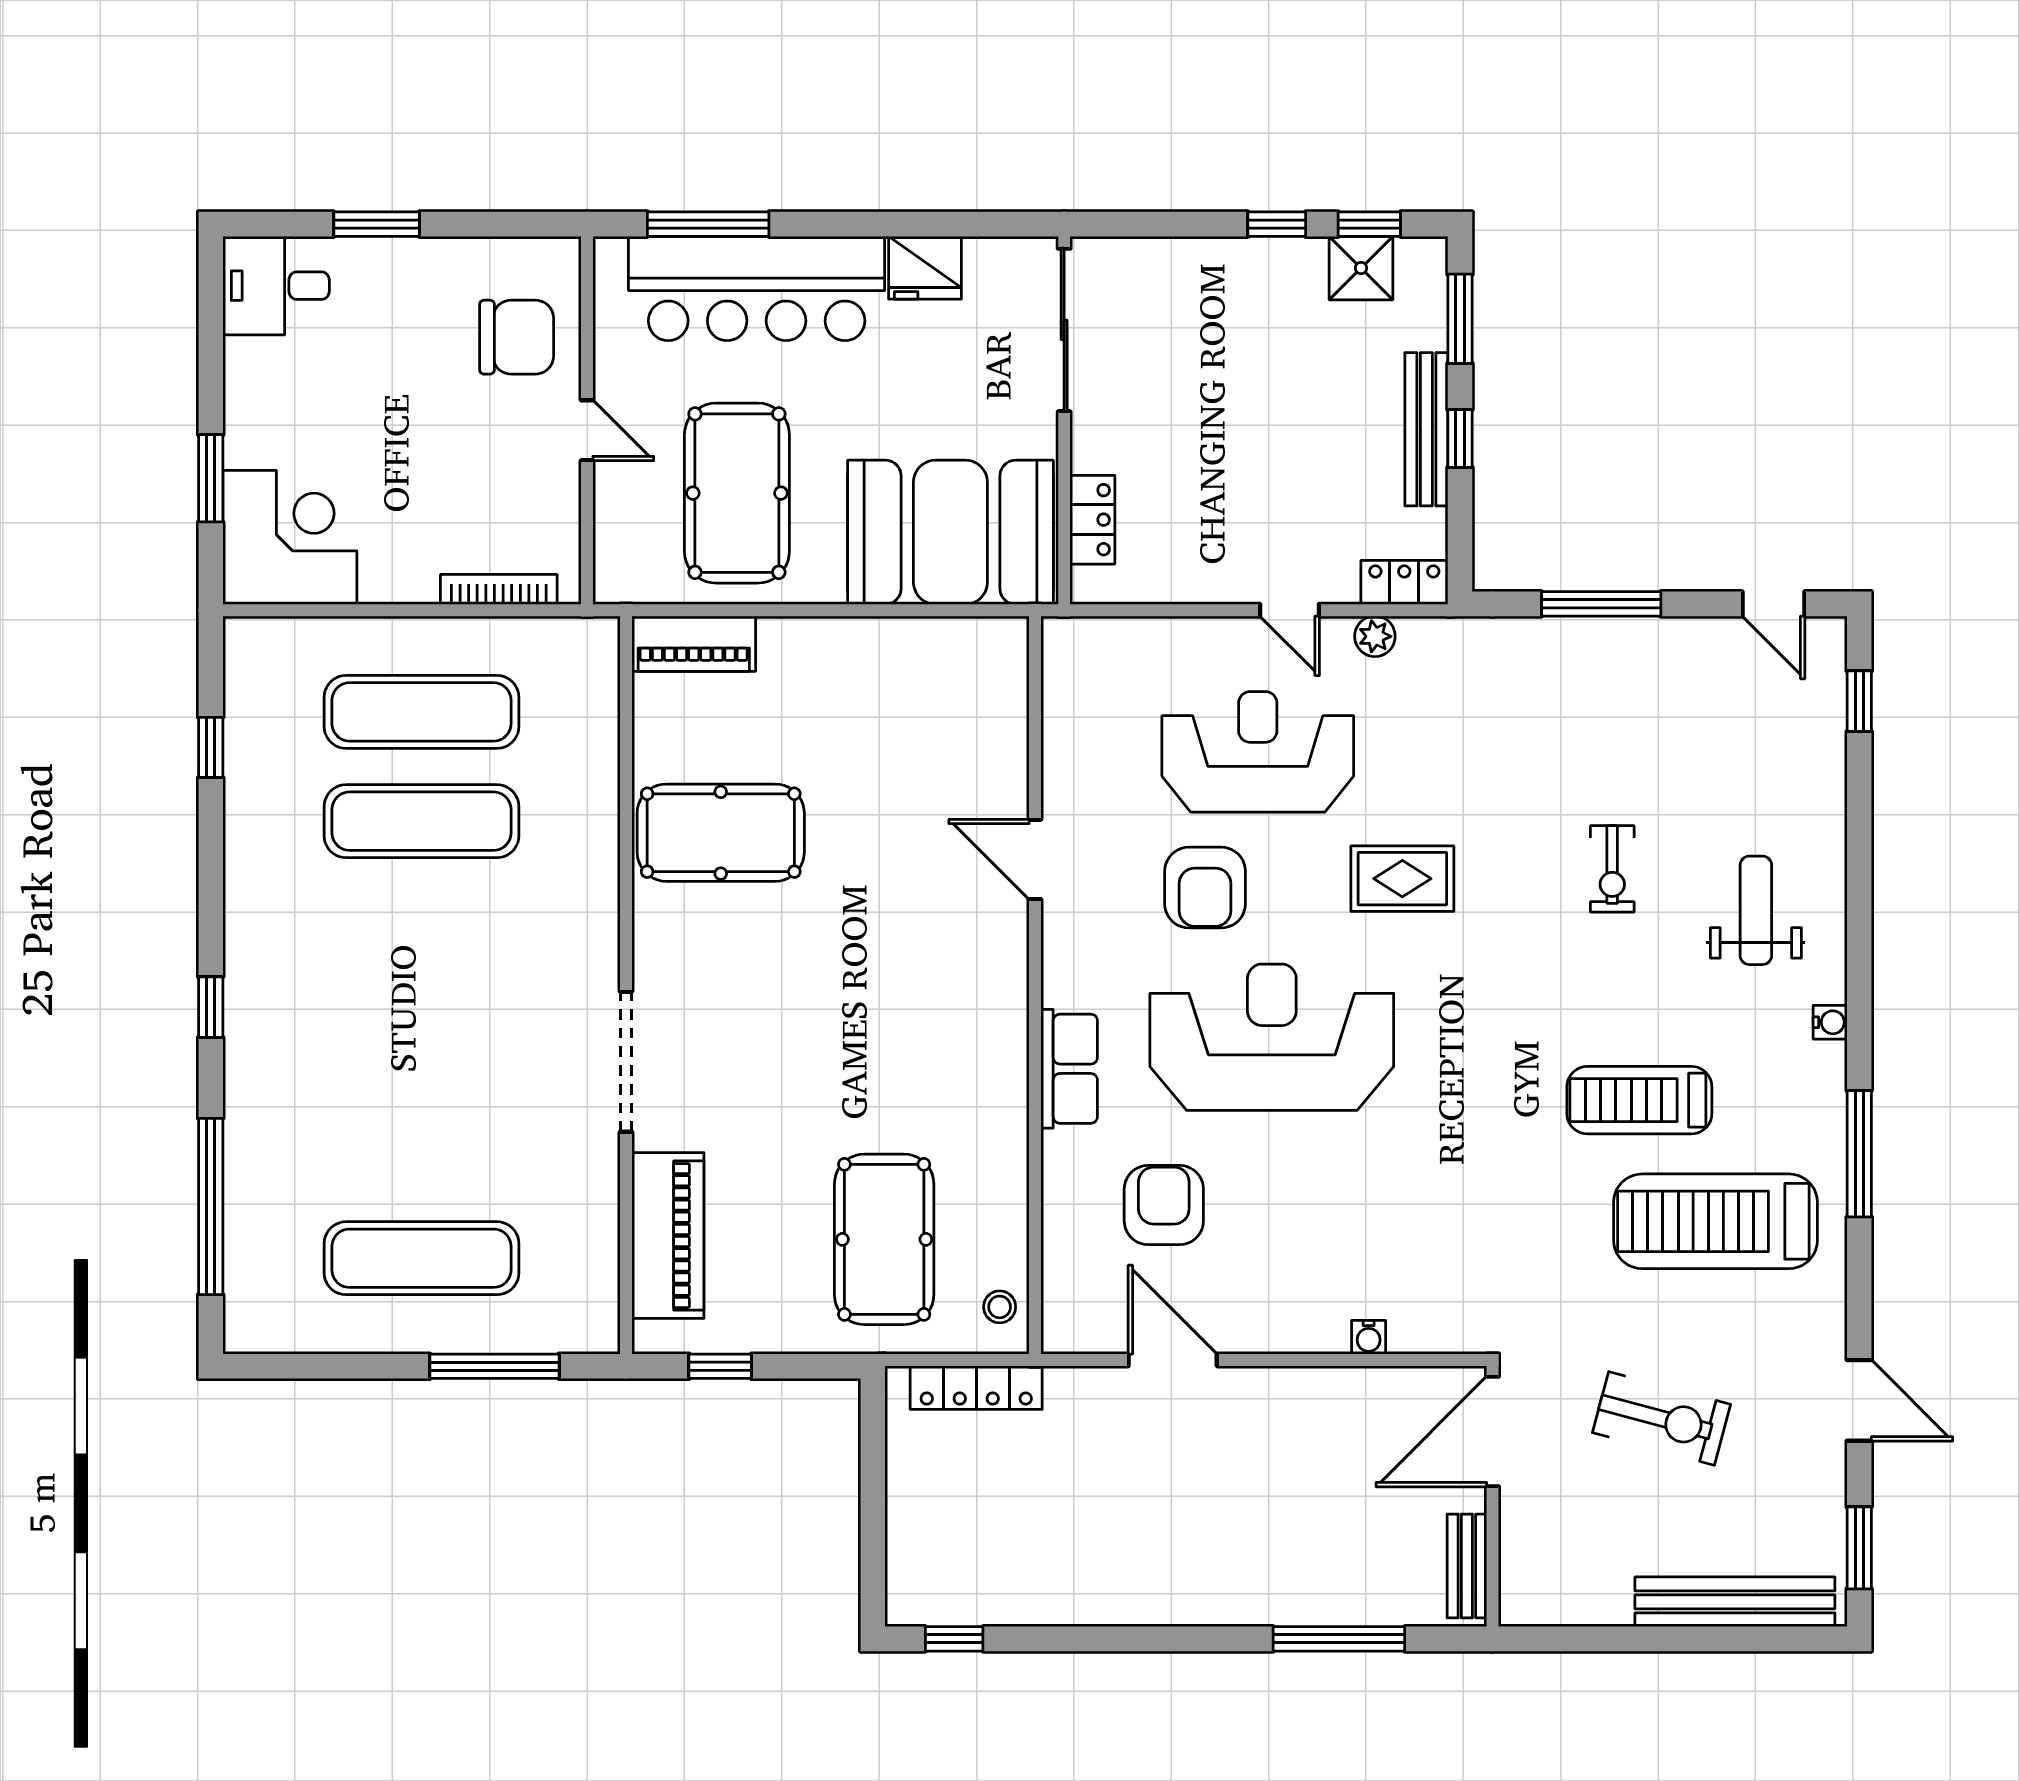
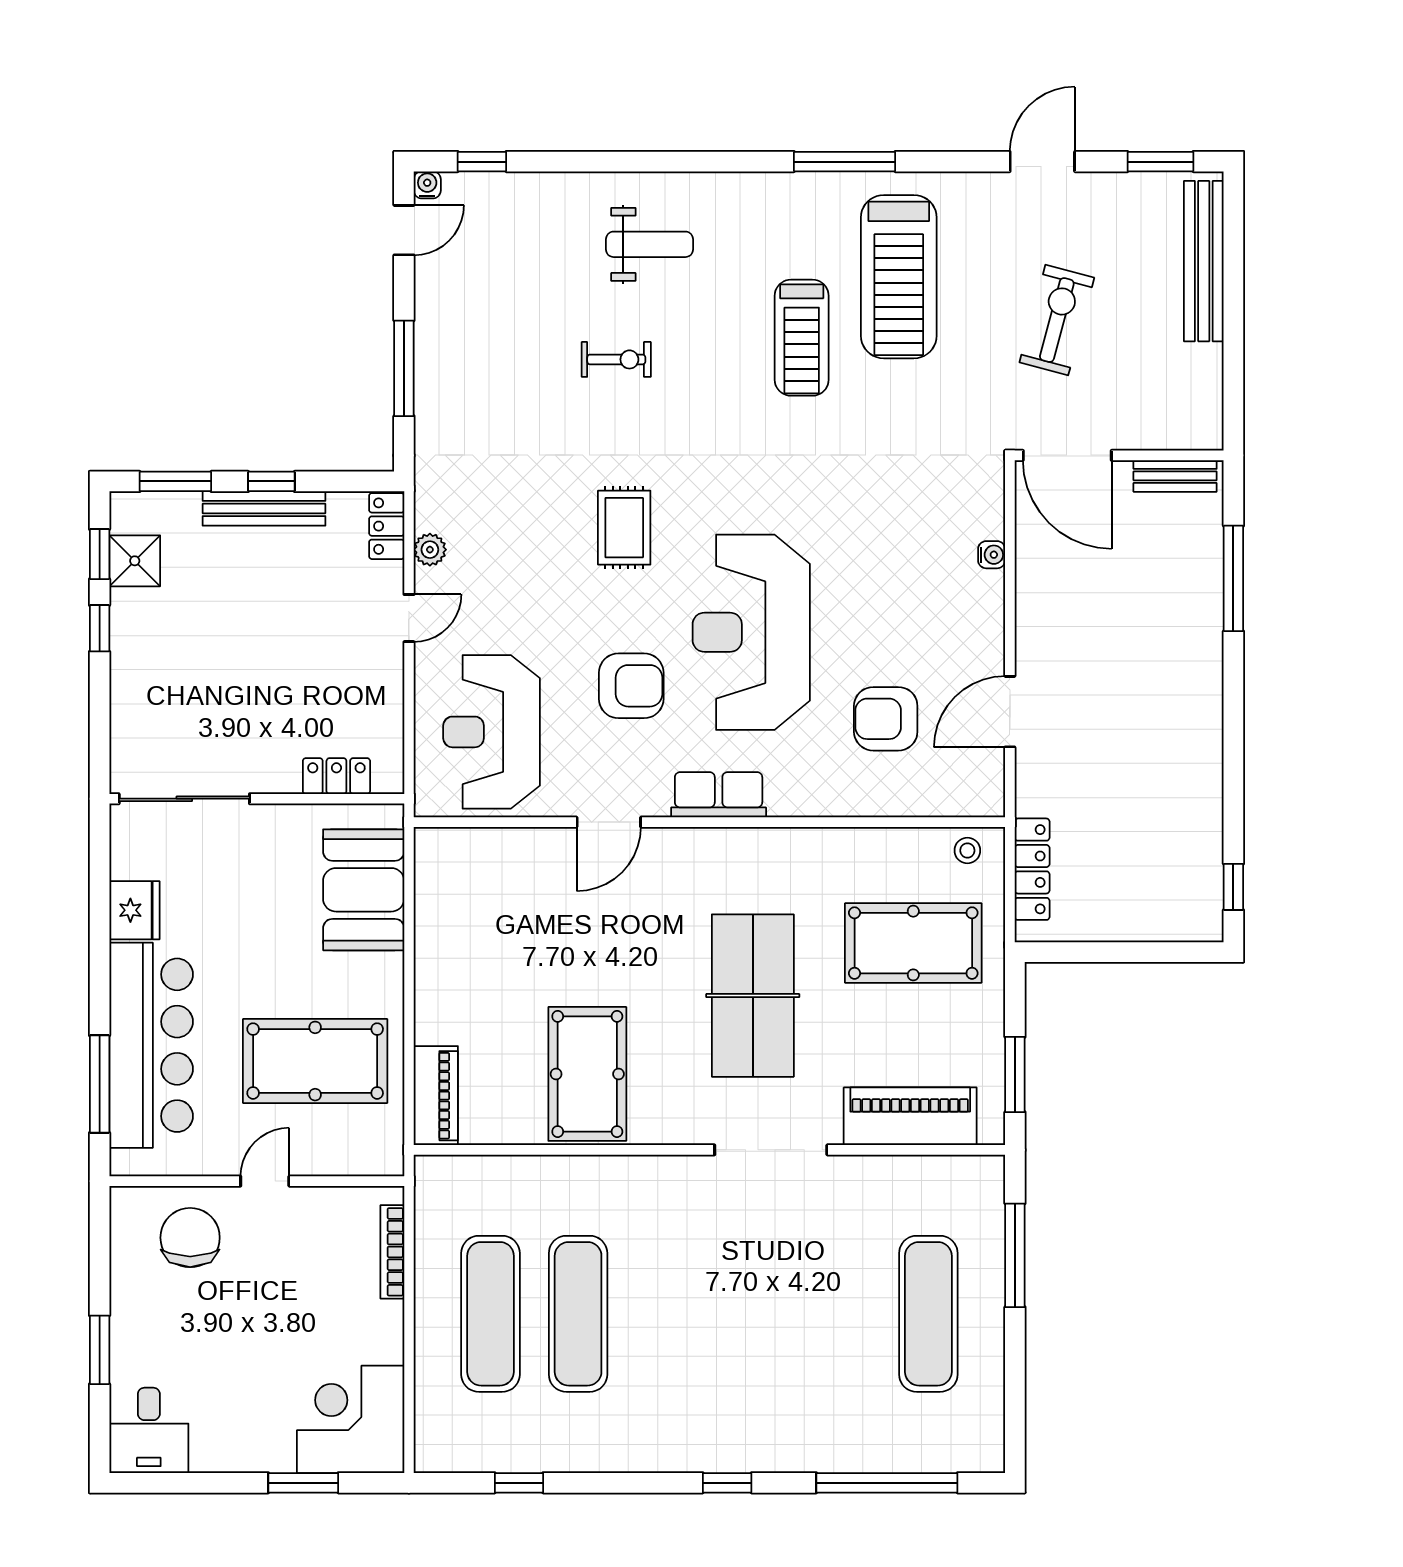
booth: (950, 532) -> (364, 890), width x0.73, depth x0.70
reception desk: (1258, 752) -> (492, 732), moved
weight bench: (1756, 910) -> (650, 244), turned 180
water cooler: (1830, 1022) -> (427, 185), moved
table tennis table: (819, 1039) -> (753, 996), added
row of seats: (1069, 1069) -> (719, 795), moved
window: (720, 1366) -> (1015, 1074), width x1.50

